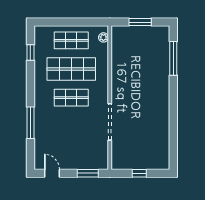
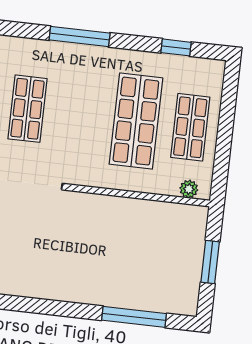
shop shelf: (71, 98) -> (27, 109), moved
window: (30, 123) -> (80, 36), moved

